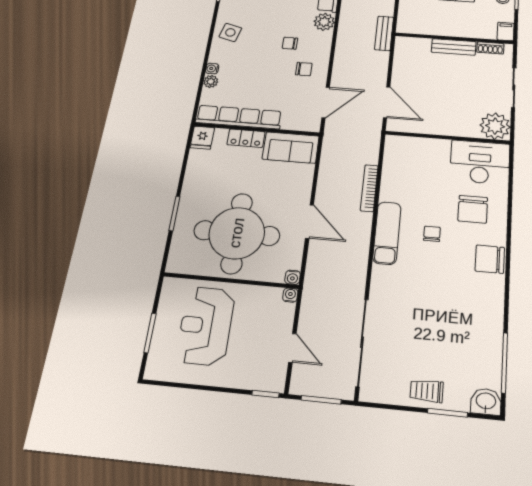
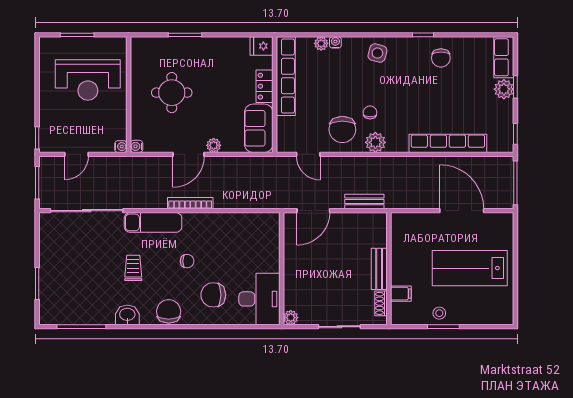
plant: (324, 22) -> (375, 142), moved
filing cabinet: (506, 32) -> (401, 294), moved
bench: (384, 33) -> (364, 201), moved
chair: (304, 69) -> (342, 129), width x1.87, depth x1.87
door: (326, 102) -> (308, 154), width x0.73
plant: (495, 126) -> (291, 318), width x0.53, depth x0.53
bookcase: (369, 188) -> (190, 203), moved
plant: (303, 194) -> (214, 145), added
round table: (237, 233) -> (172, 93), width x0.54, depth x0.54
exam couch: (387, 233) -> (153, 222), moved
reception desk: (206, 326) -> (88, 80), turned 180
trolley: (427, 391) -> (133, 268), moved
washbasin: (486, 402) -> (127, 315), moved, turned -90

